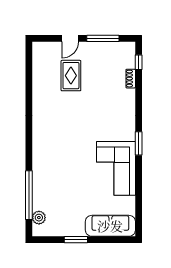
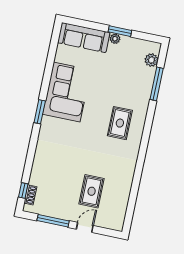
shoe rack: (131, 79) -> (30, 195), moved
rug: (57, 149) -> (120, 123), added
window: (29, 195) -> (157, 84), width x0.68
plant: (79, 231) -> (115, 39), added

